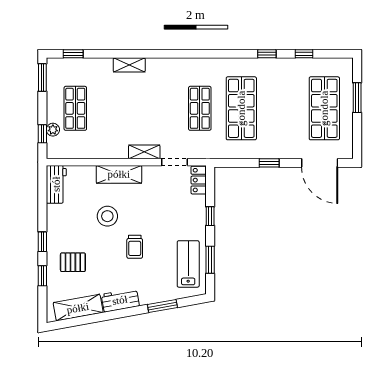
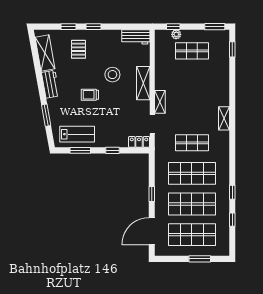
shelving: (129, 65) -> (224, 118), moved
shop shelf: (283, 108) -> (192, 204), added

